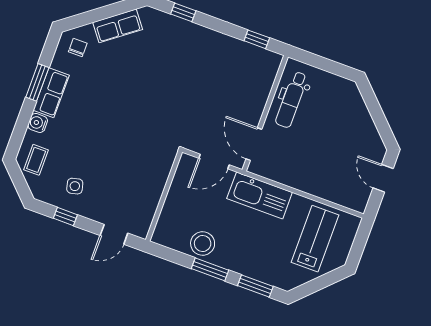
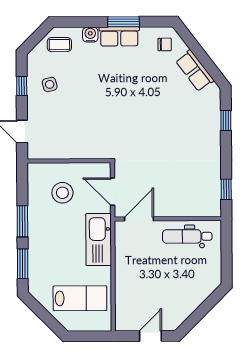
stool: (203, 243) -> (62, 193), moved

